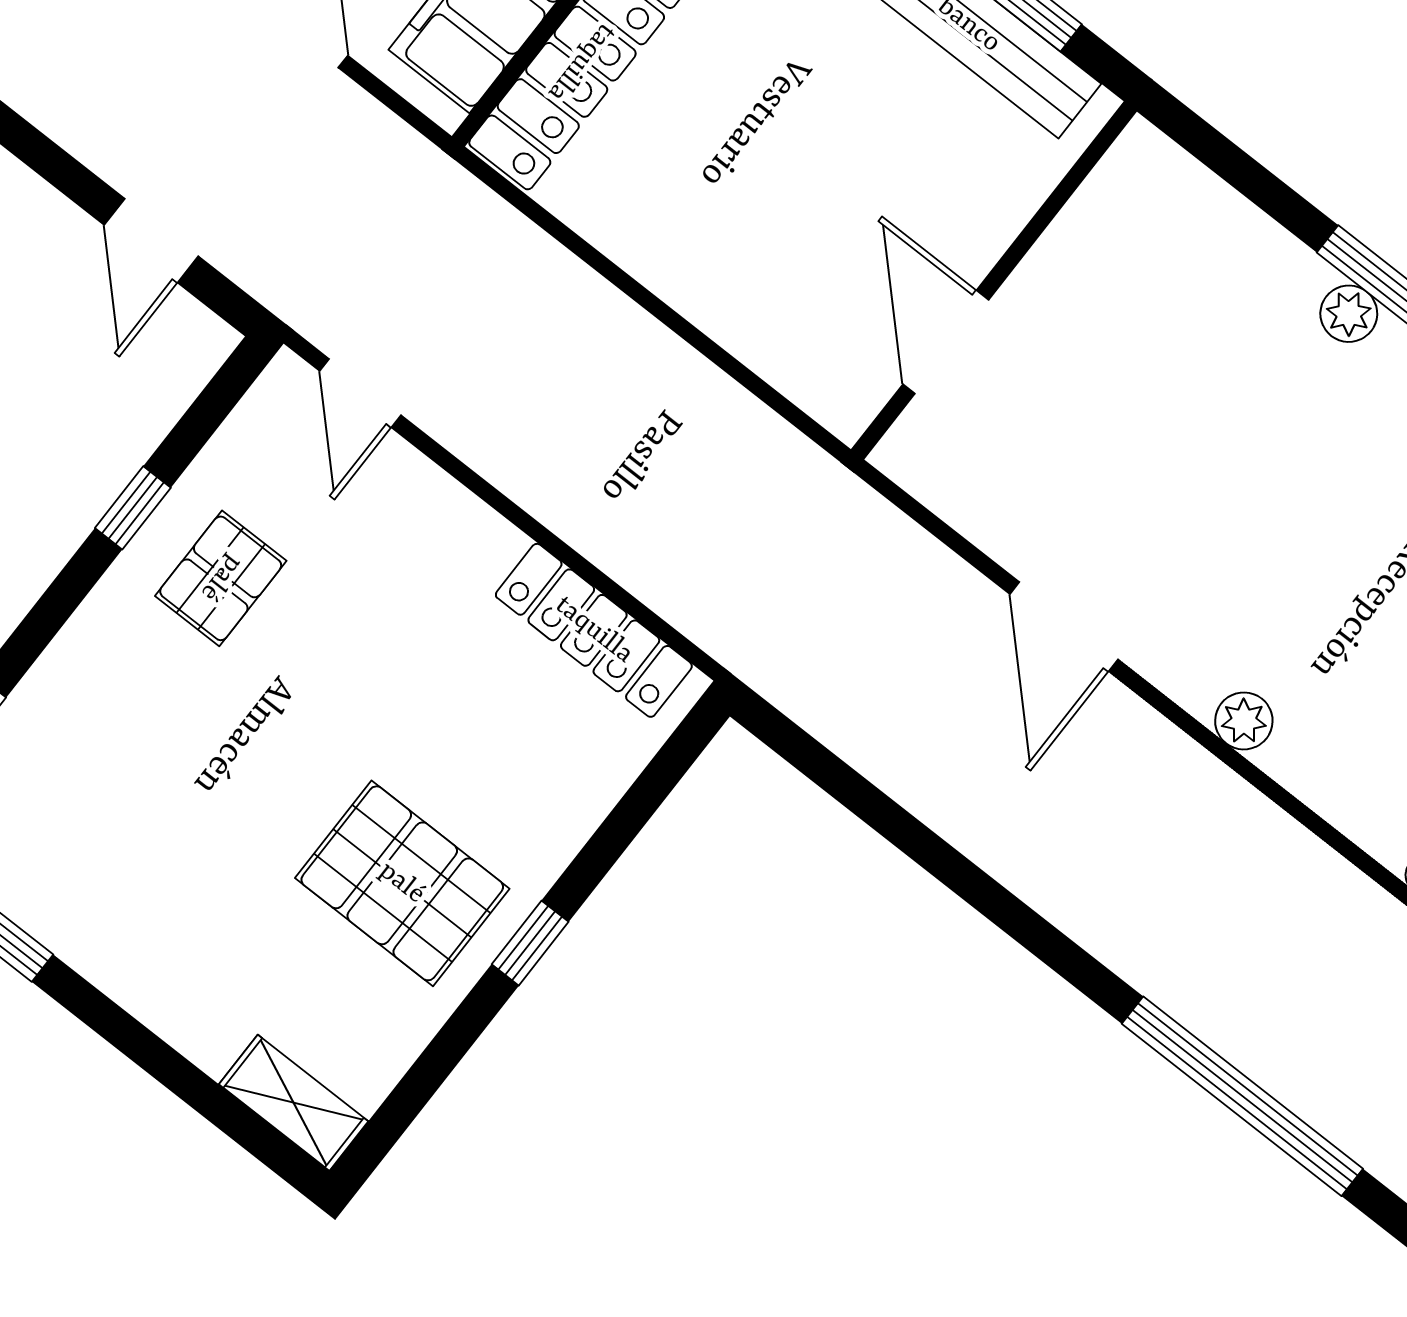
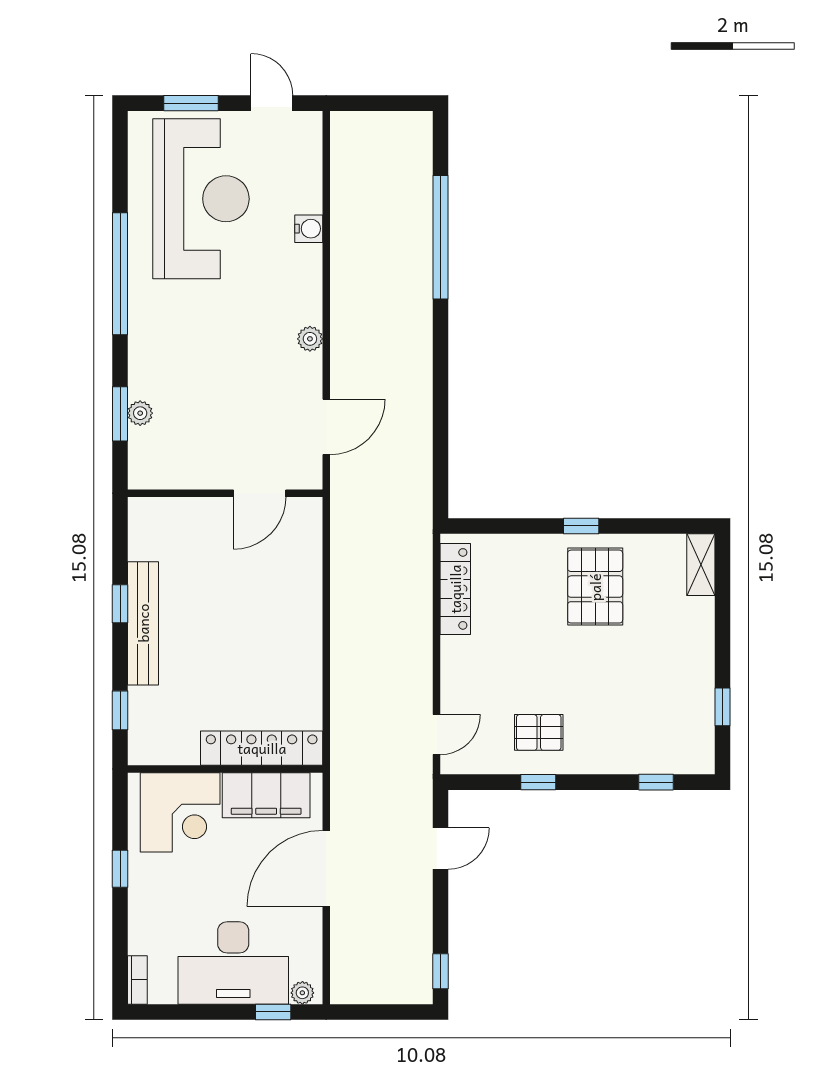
wall: (994, 280) -> (225, 493), moved
door: (946, 342) -> (260, 493), moved

